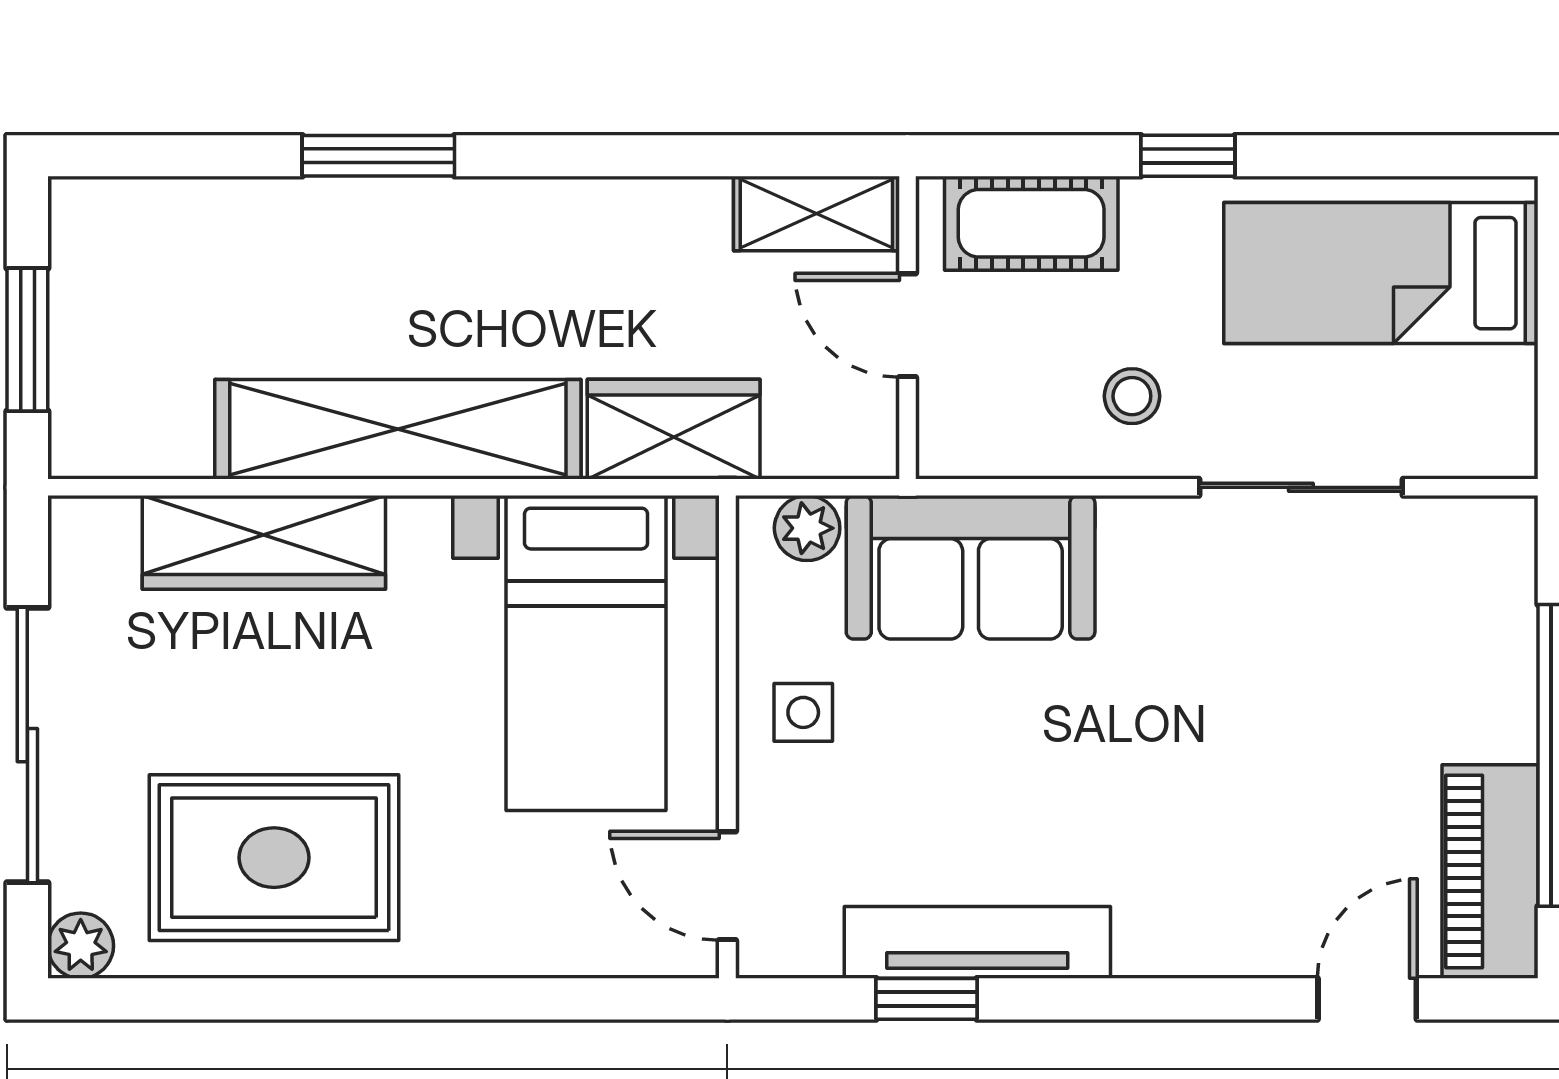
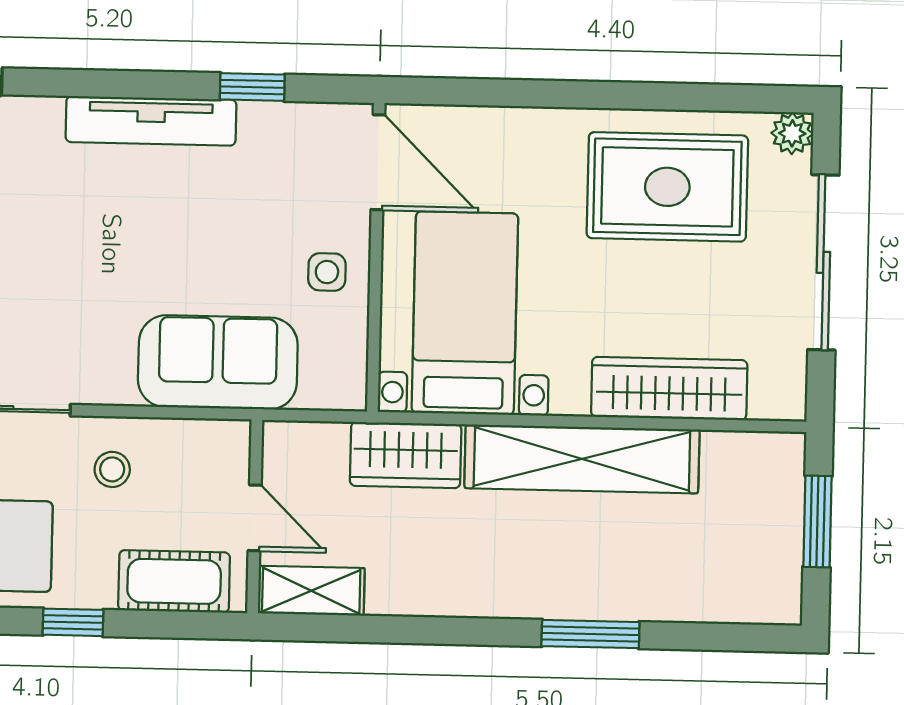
plant: (807, 528) -> (322, 390), removed
door: (727, 886) -> (378, 162), width x1.38
tv unit: (977, 942) -> (151, 121), moved

